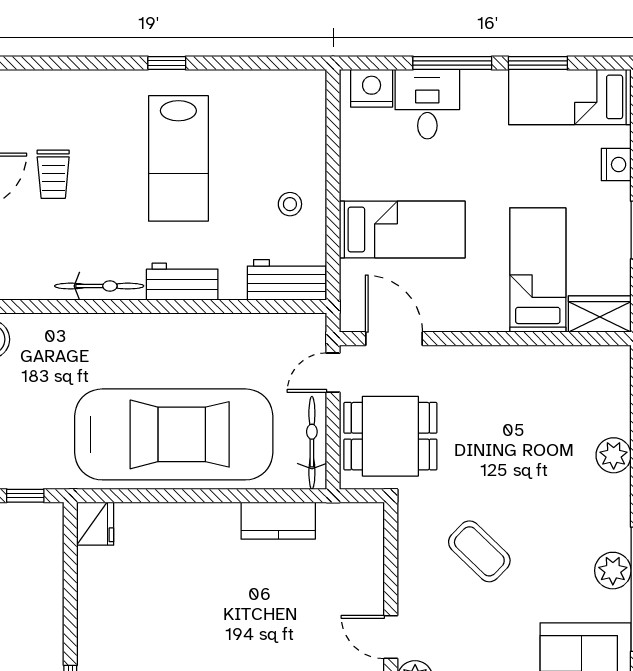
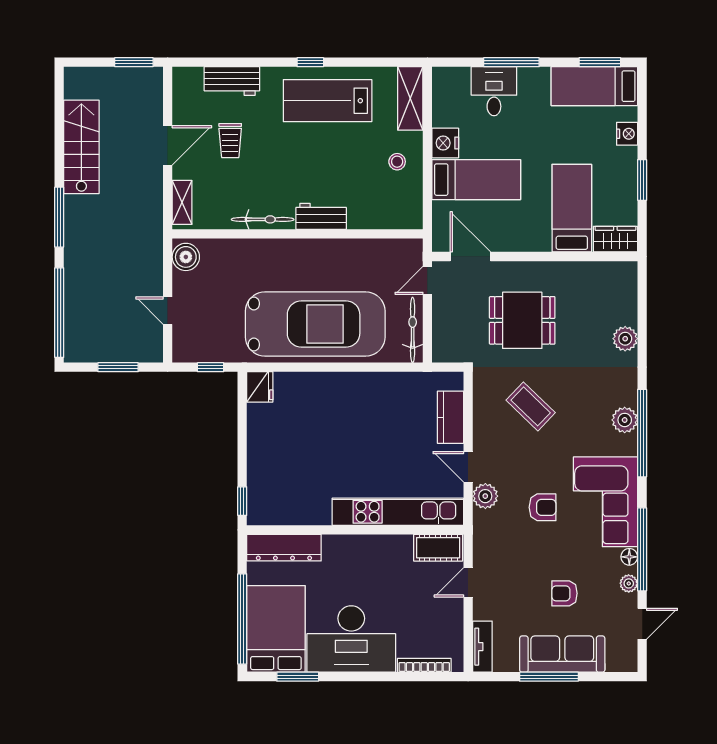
window: (538, 63) -> (600, 62), moved
nightstand: (372, 88) -> (445, 143), moved, turned -90
shelving: (309, 114) -> (410, 98), added
lab bench: (178, 158) -> (328, 101), moved, turned 90
workbench: (287, 280) -> (232, 81), moved, turned 180
dining table: (390, 436) -> (522, 320), moved
kitchen counter: (278, 521) -> (451, 417), moved, turned 90

